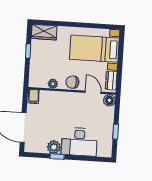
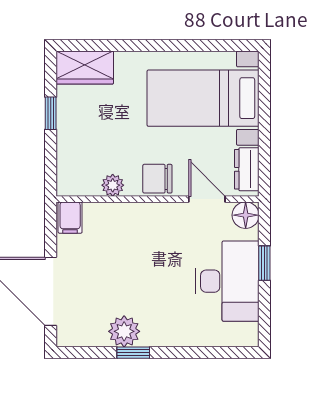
window: (116, 132) -> (264, 263), moved
desk: (79, 142) -> (227, 281), moved, turned -90

